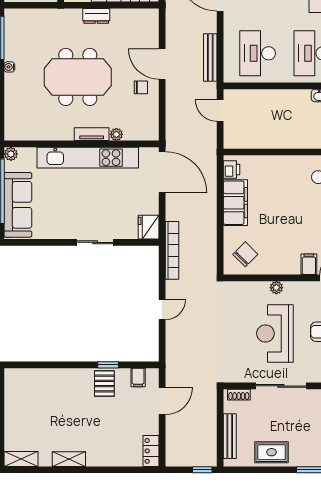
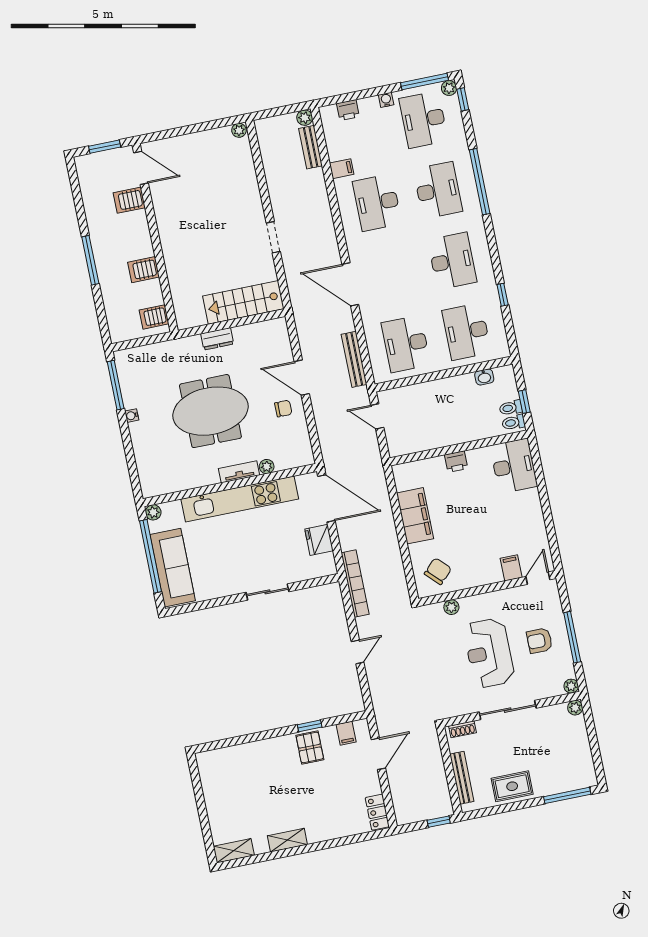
printer: (232, 170) -> (456, 462), moved, turned 90
fridge: (149, 227) -> (319, 540), moved
plant: (276, 288) -> (451, 607), moved

